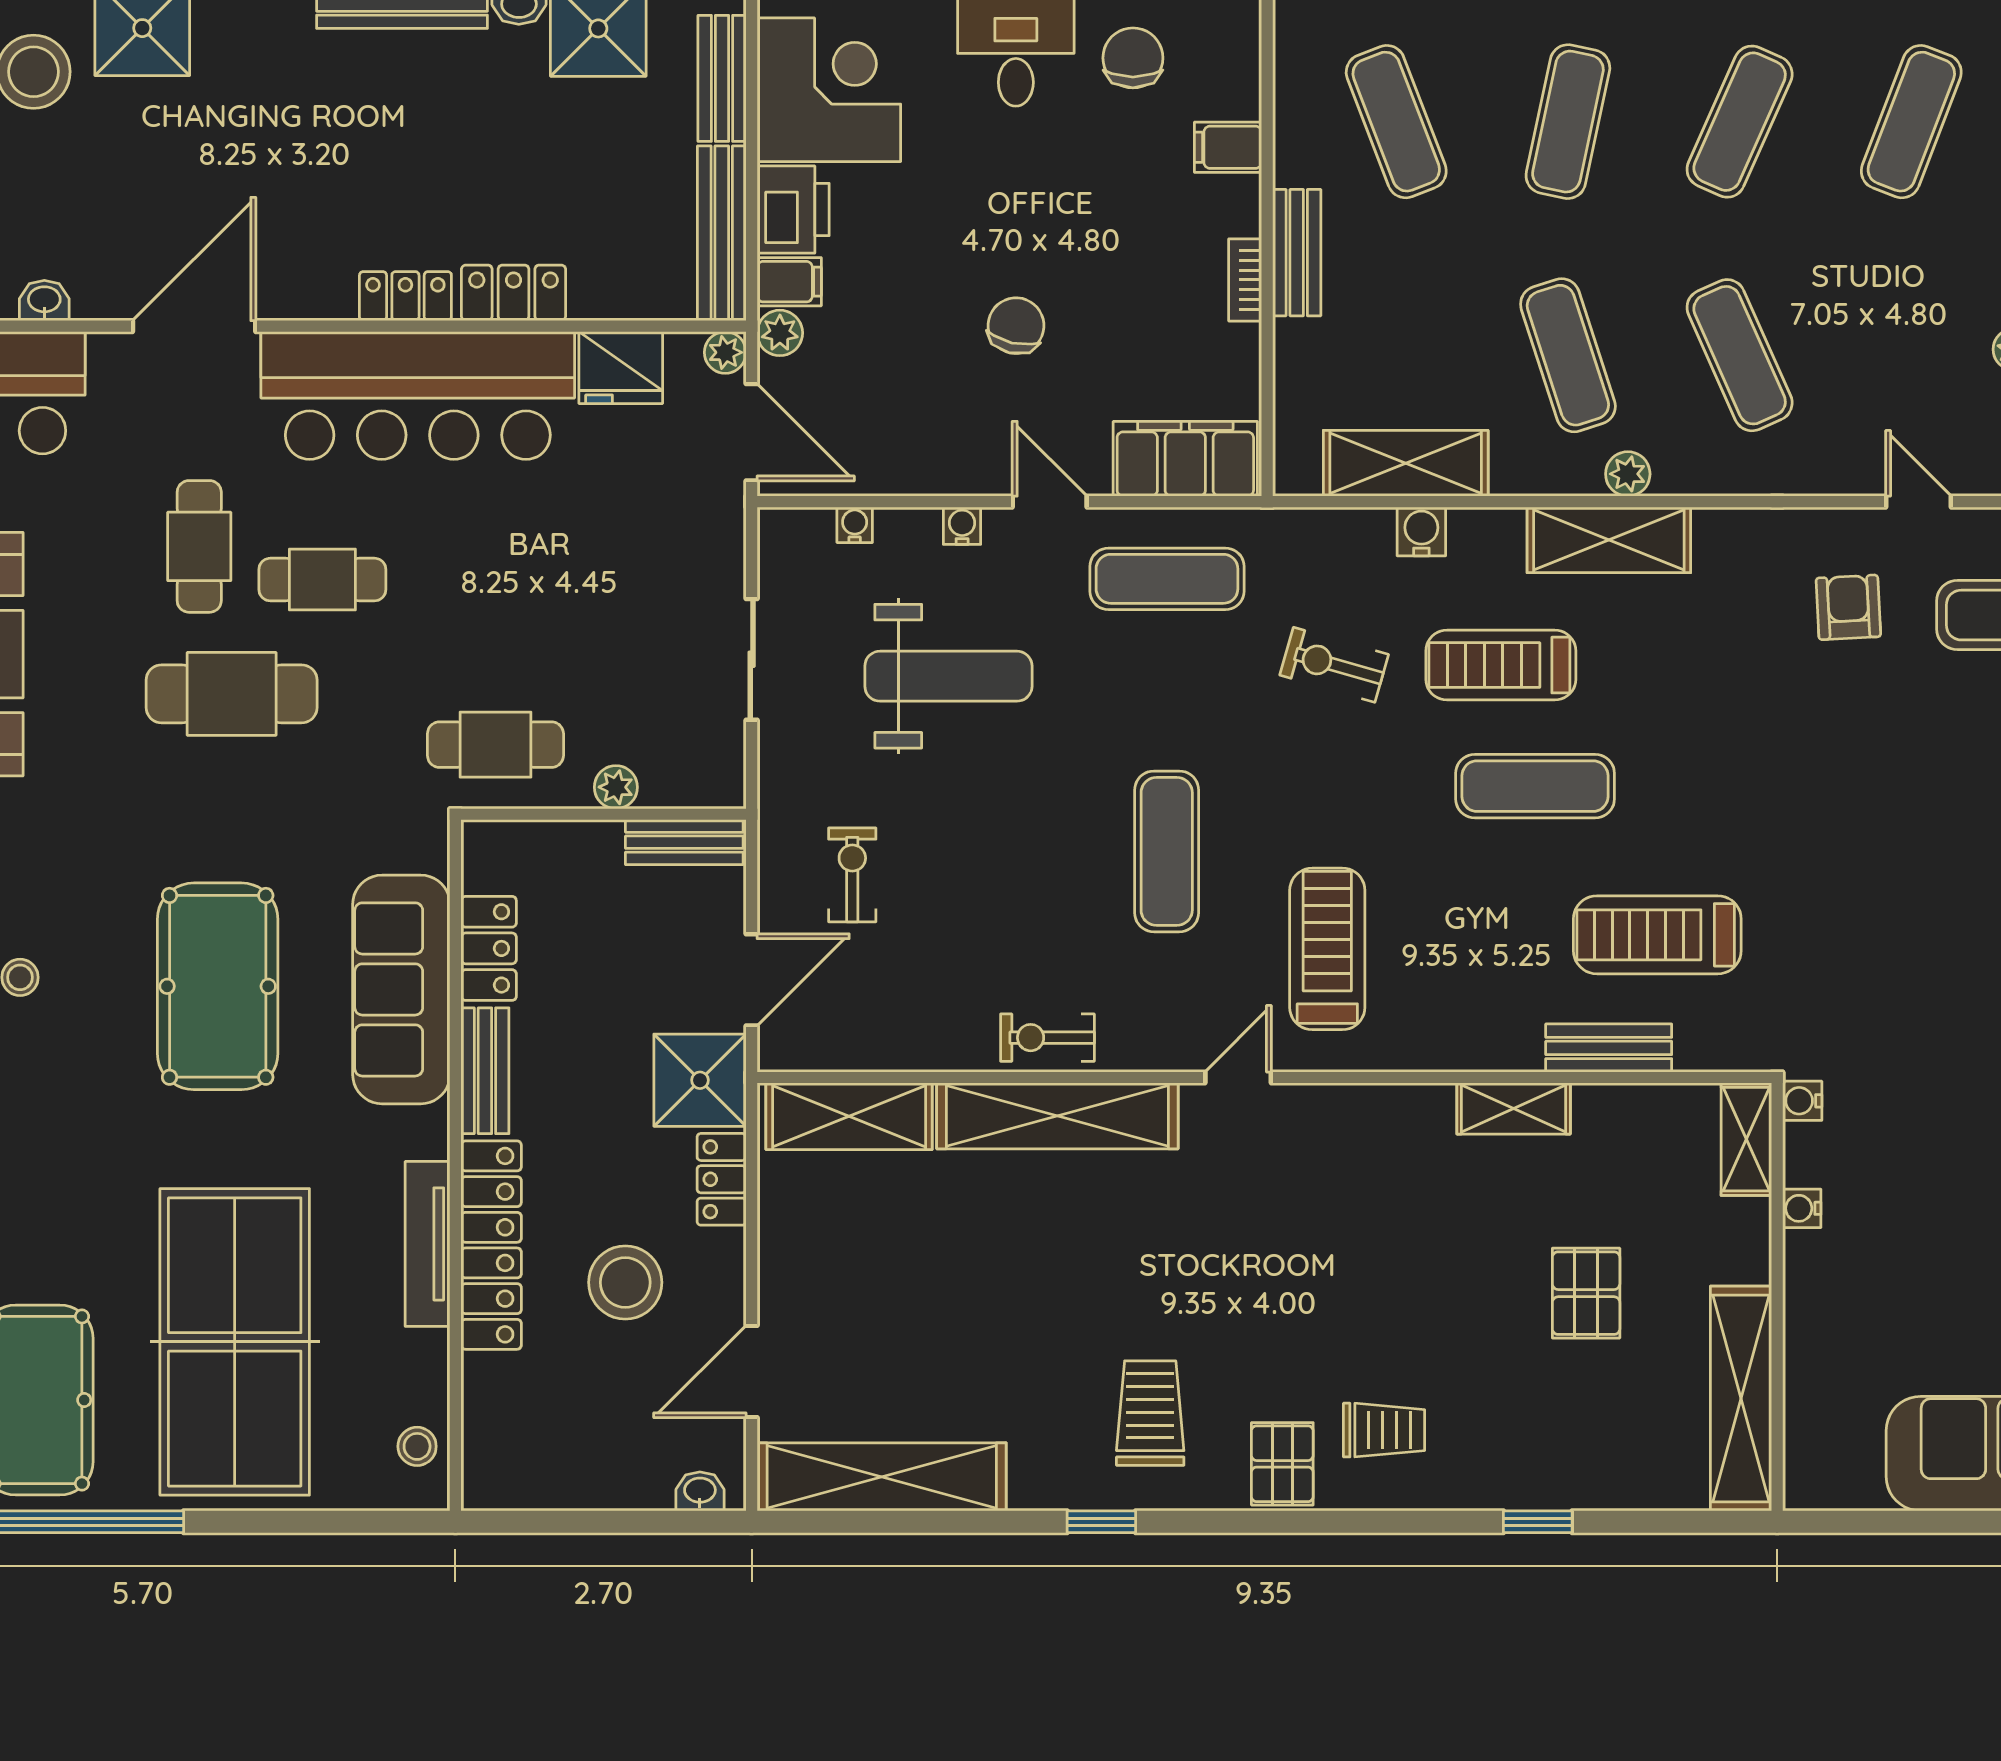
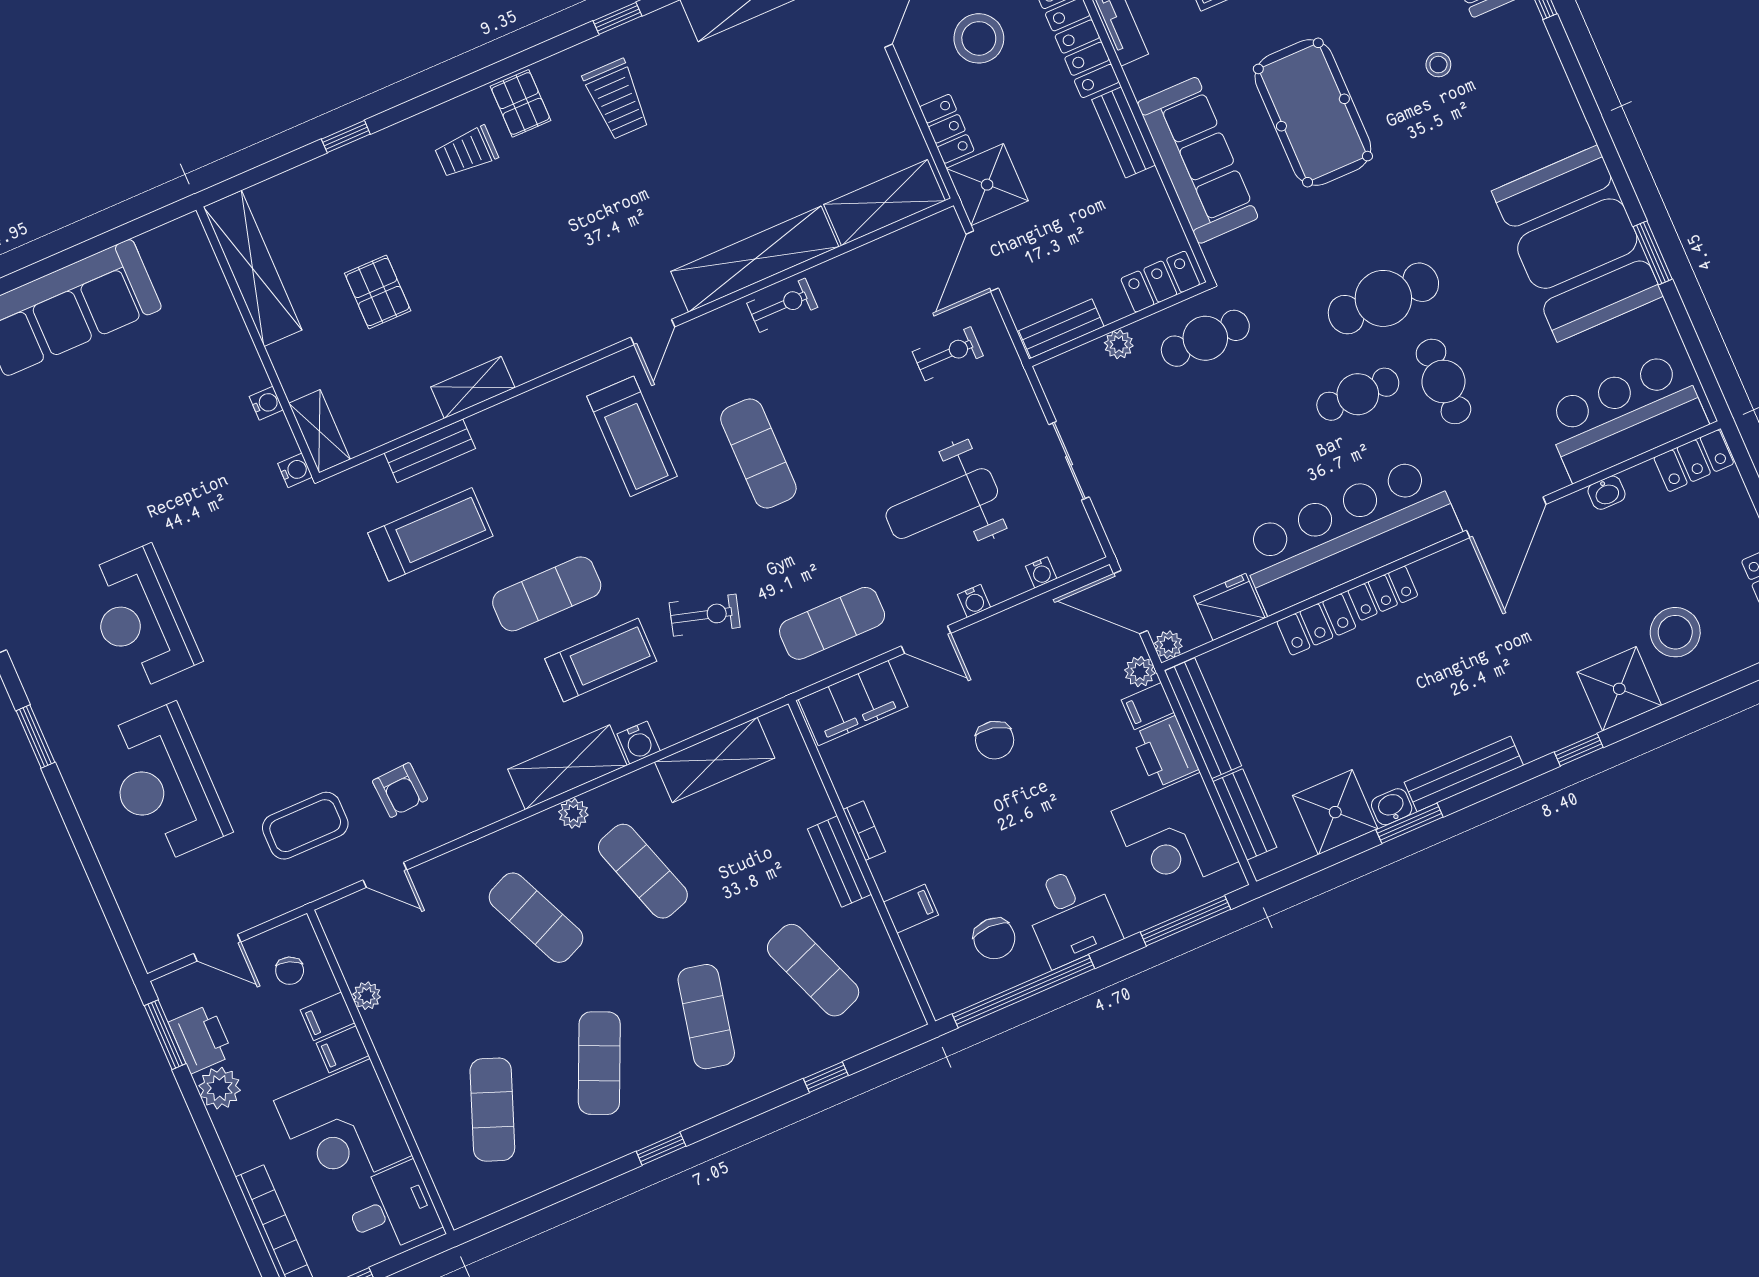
water cooler: (1421, 531) -> (639, 743), moved
exercise bike: (852, 875) -> (948, 354), turned -90
locker: (489, 948) -> (1160, 282), moved, turned 90

